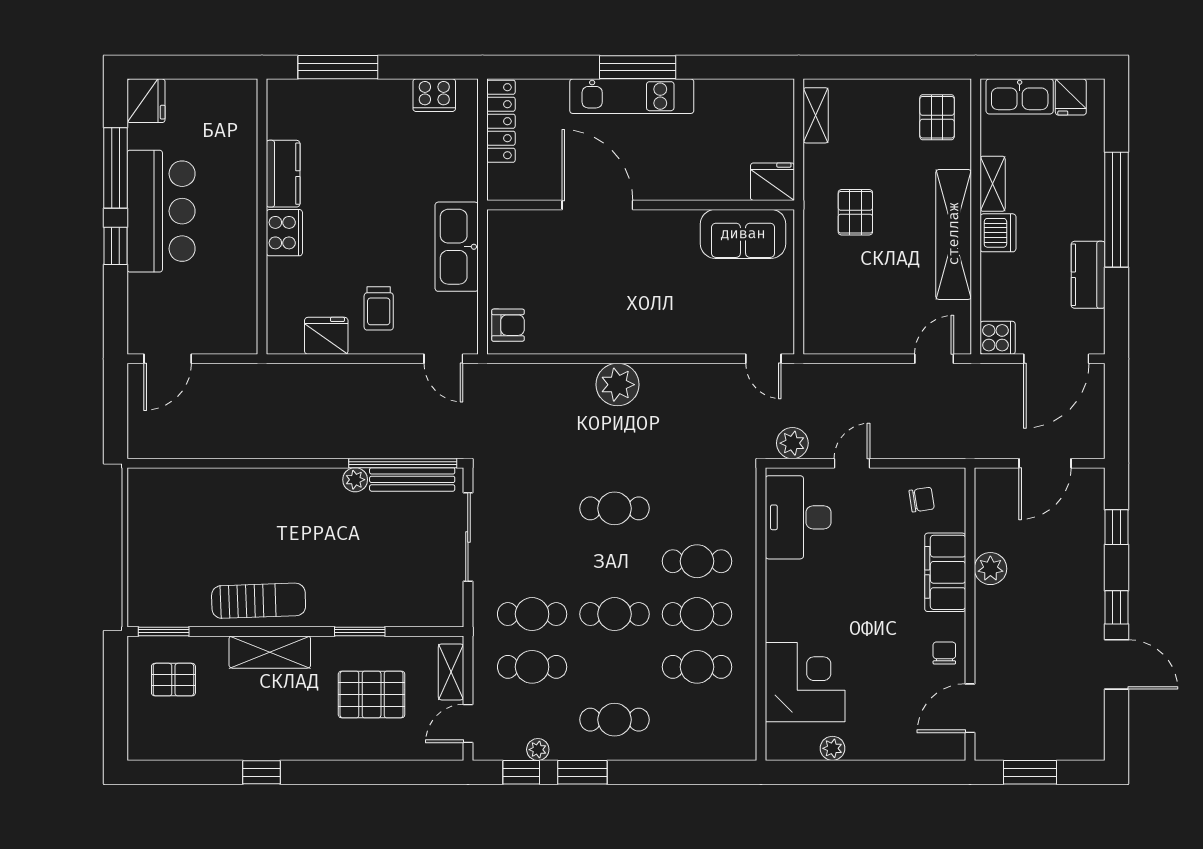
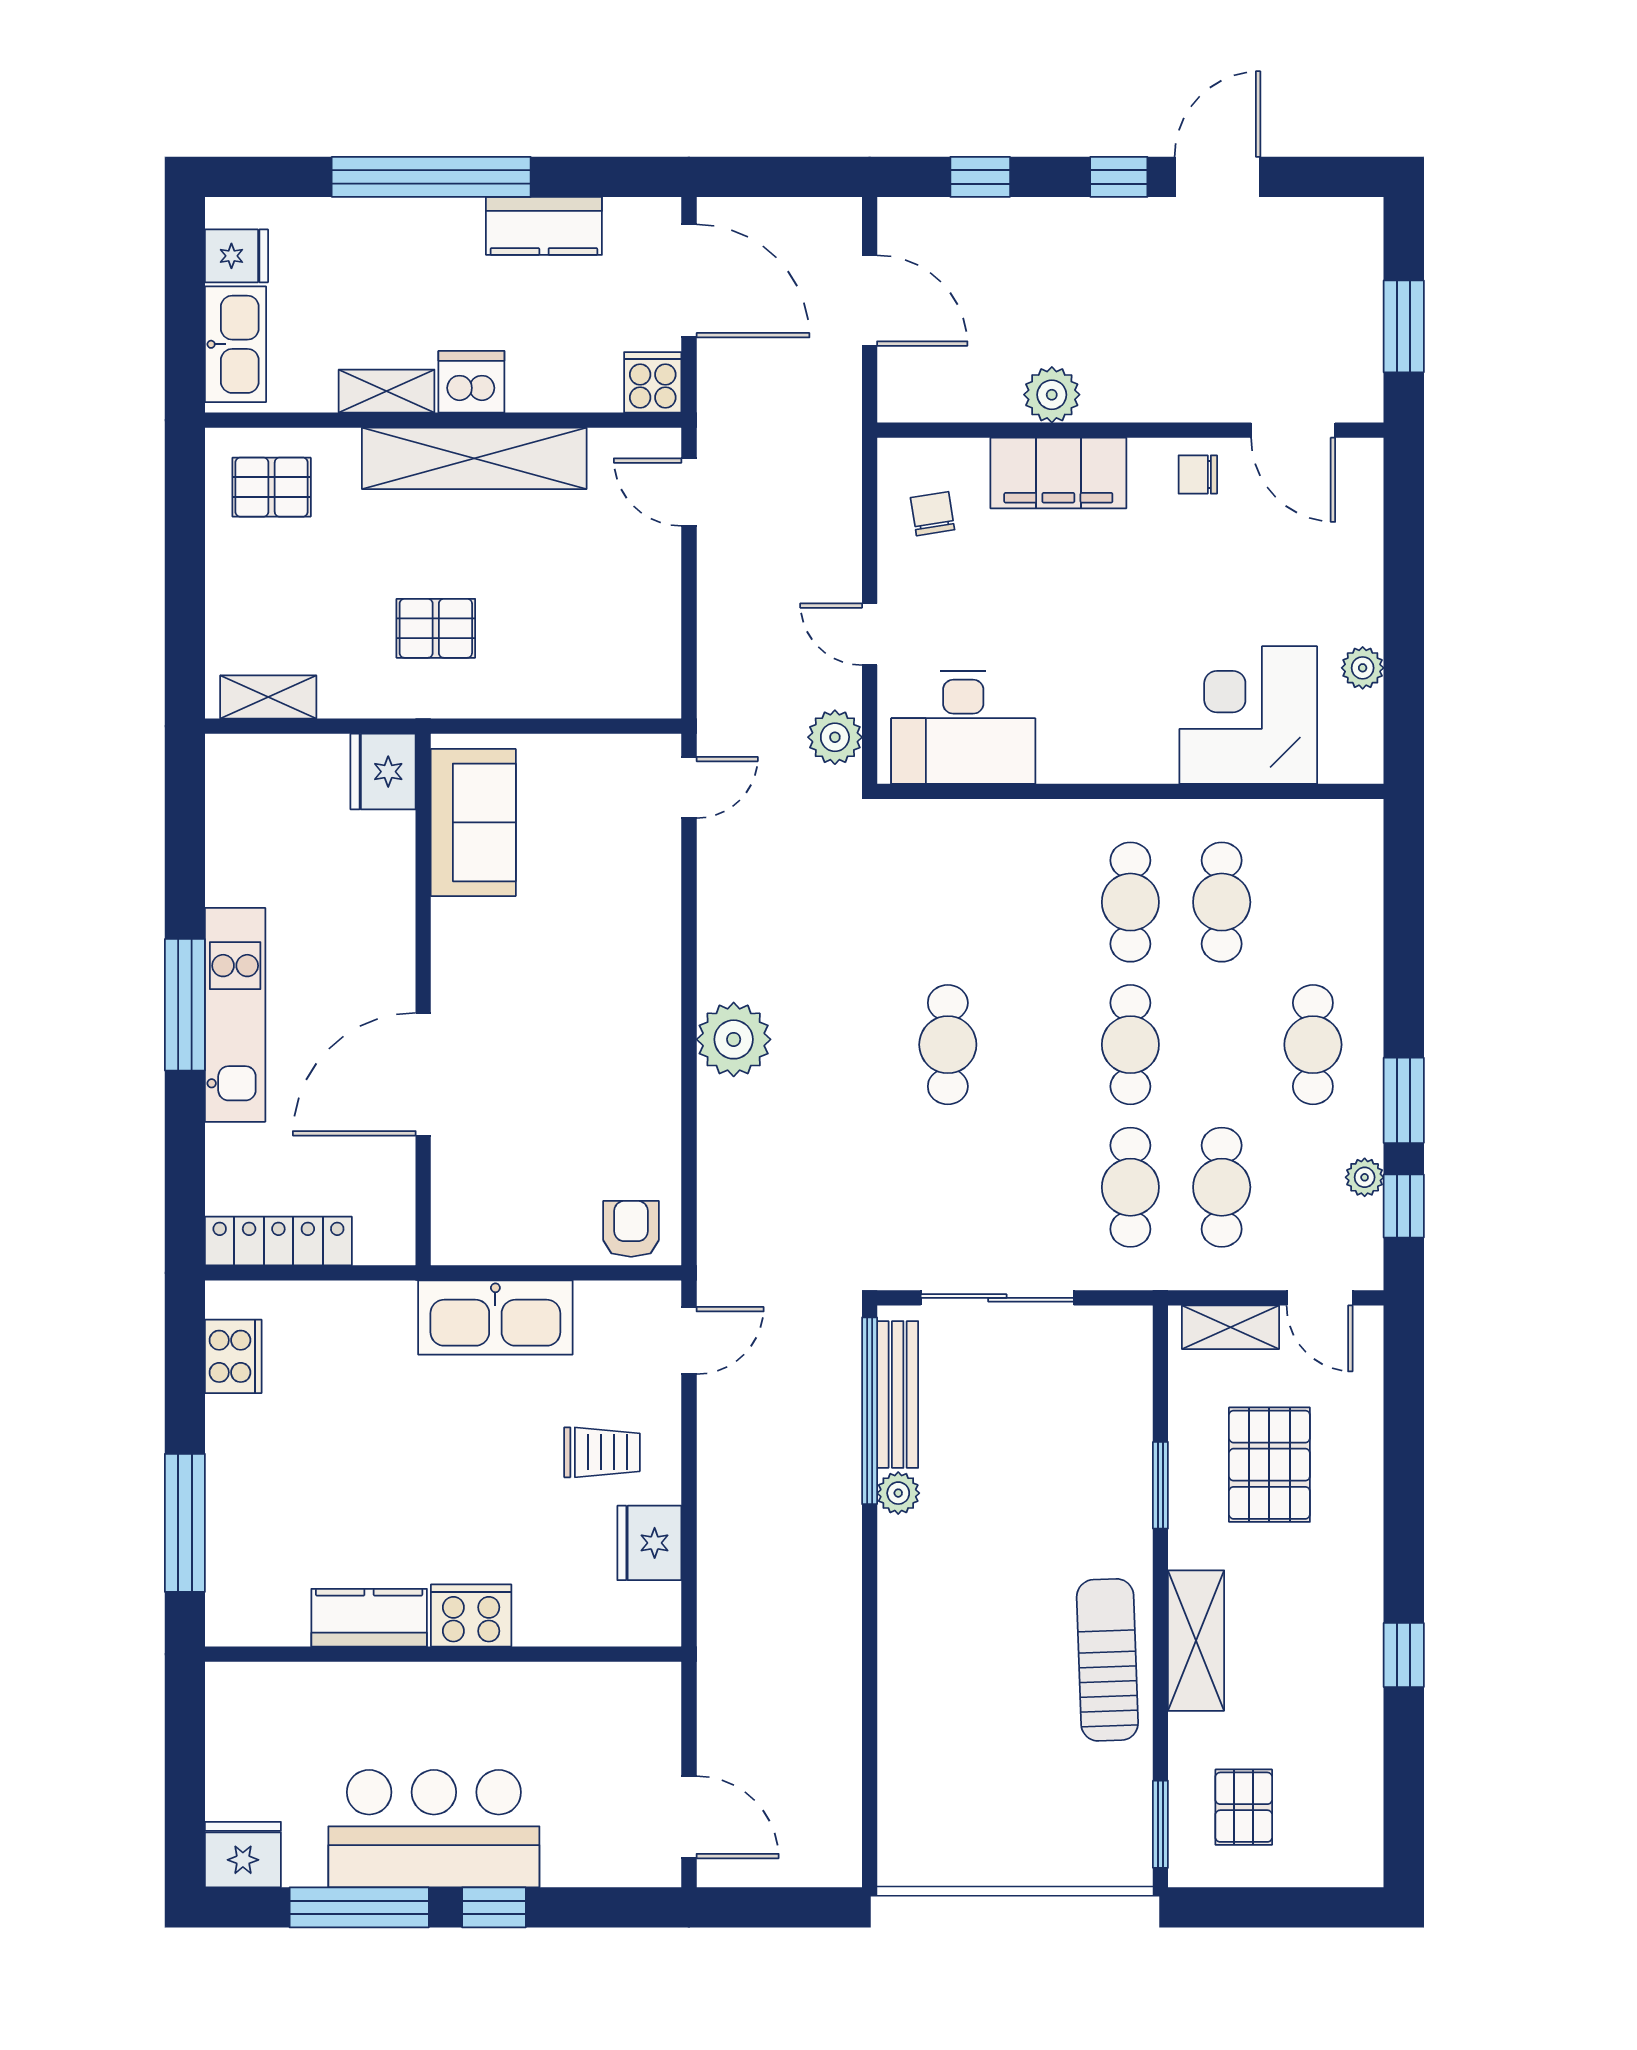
cafe table: (697, 561) -> (1039, 902), removed

